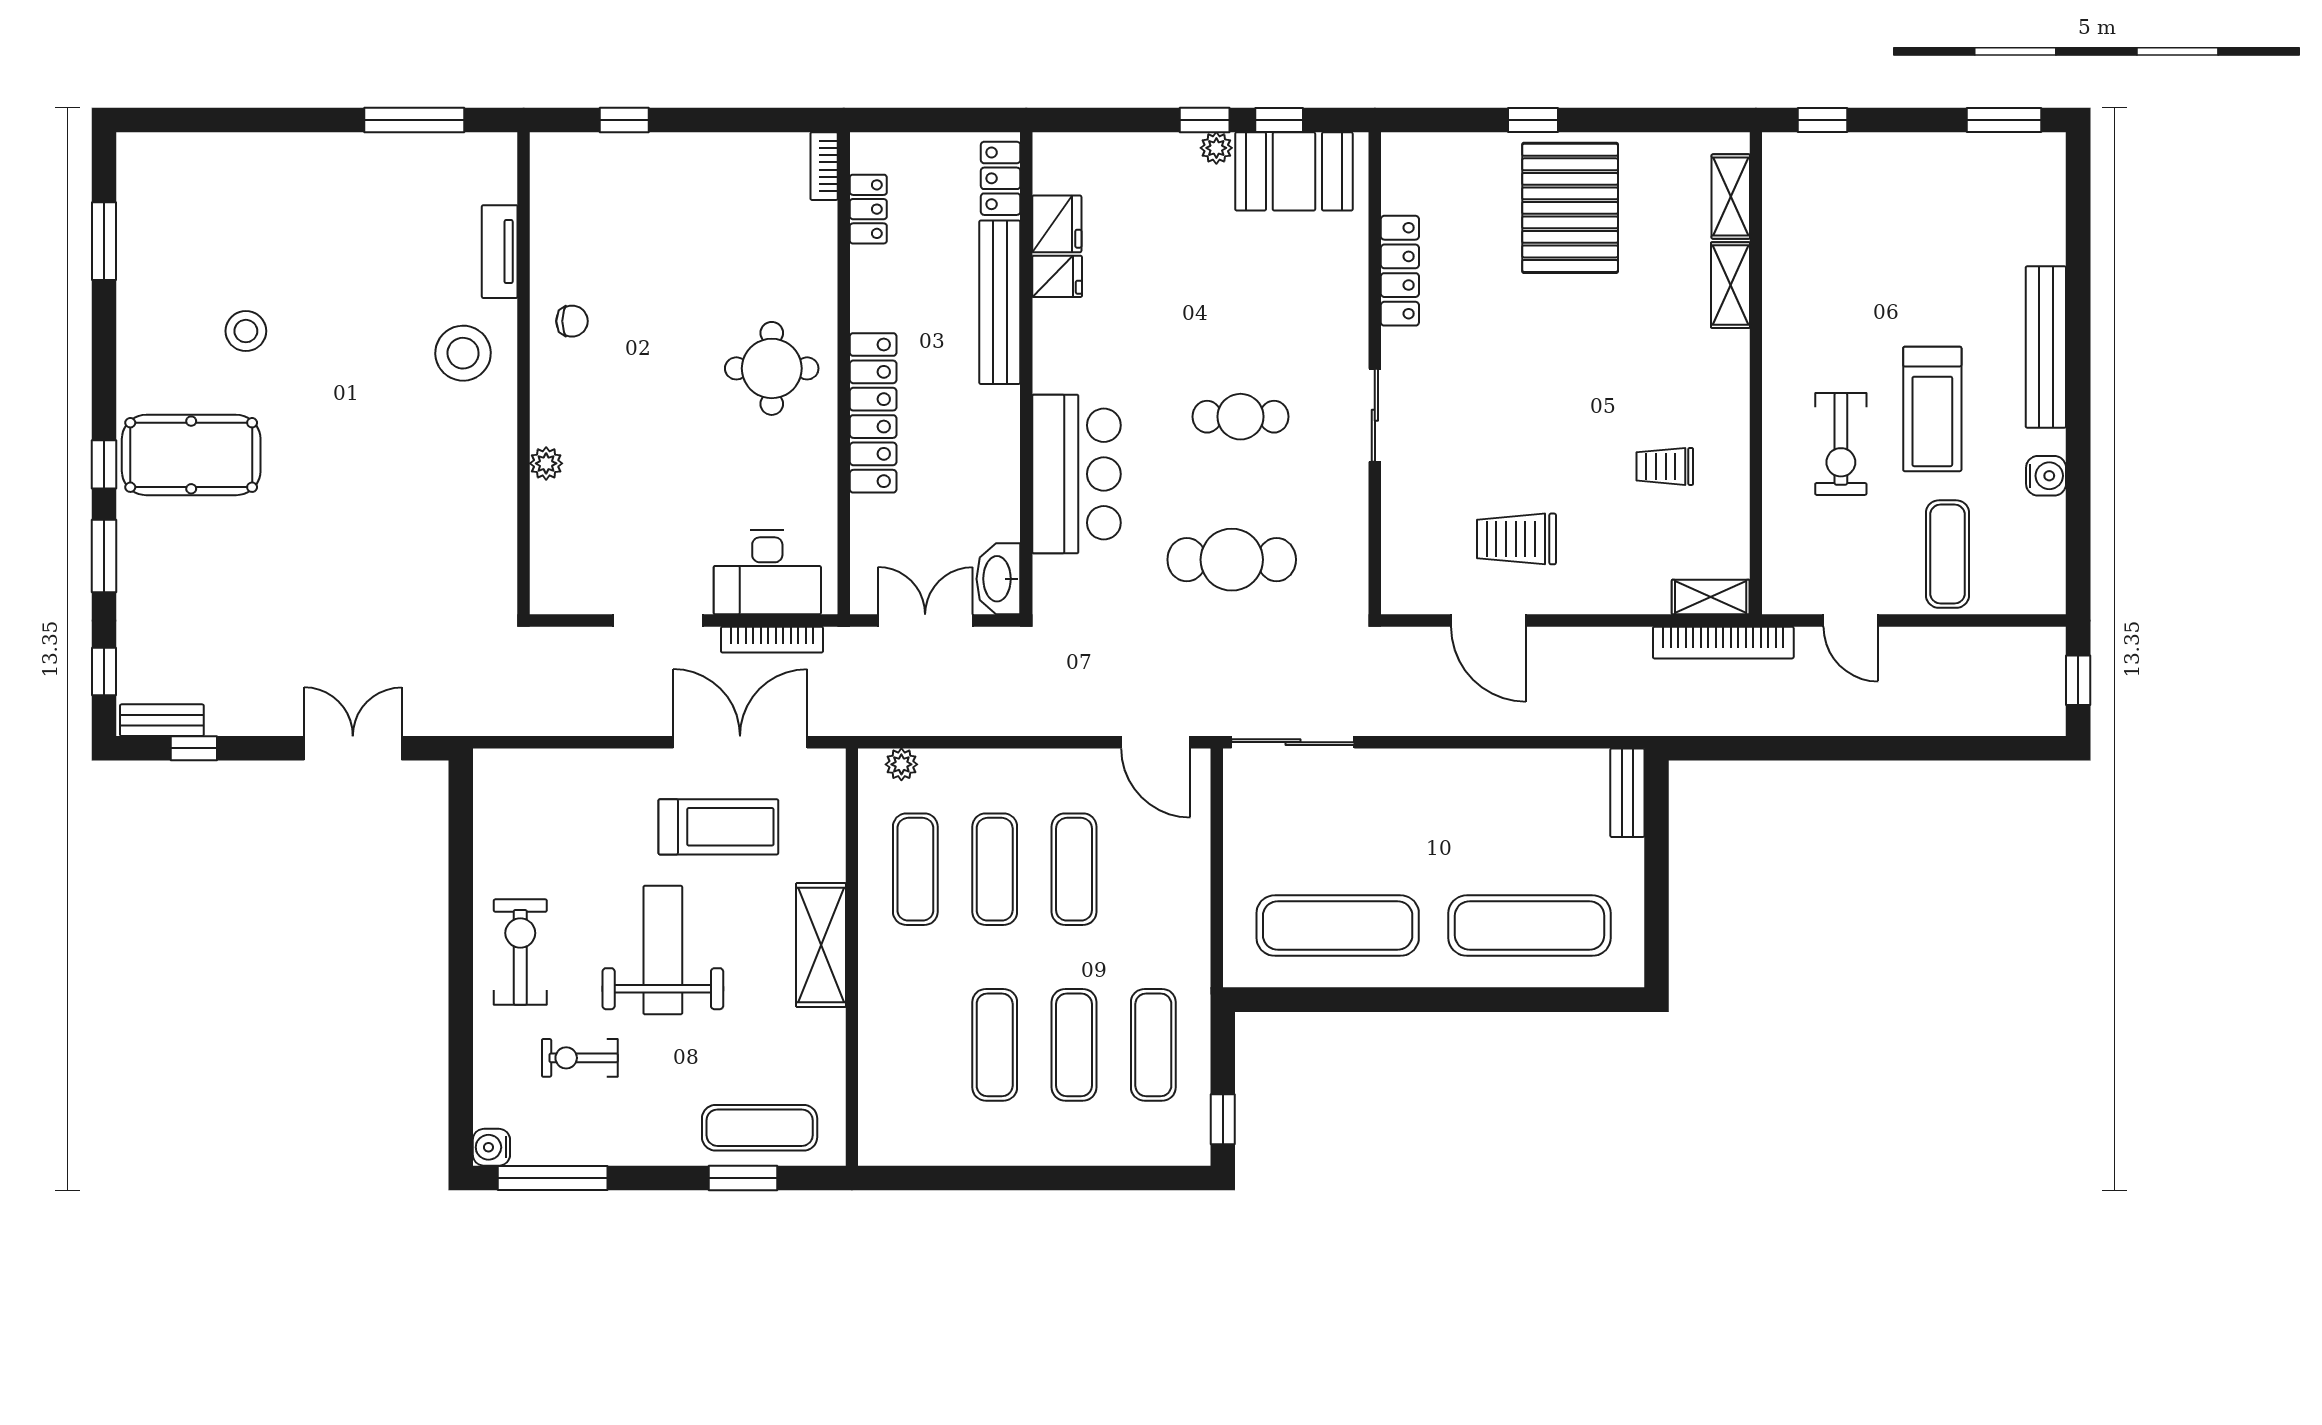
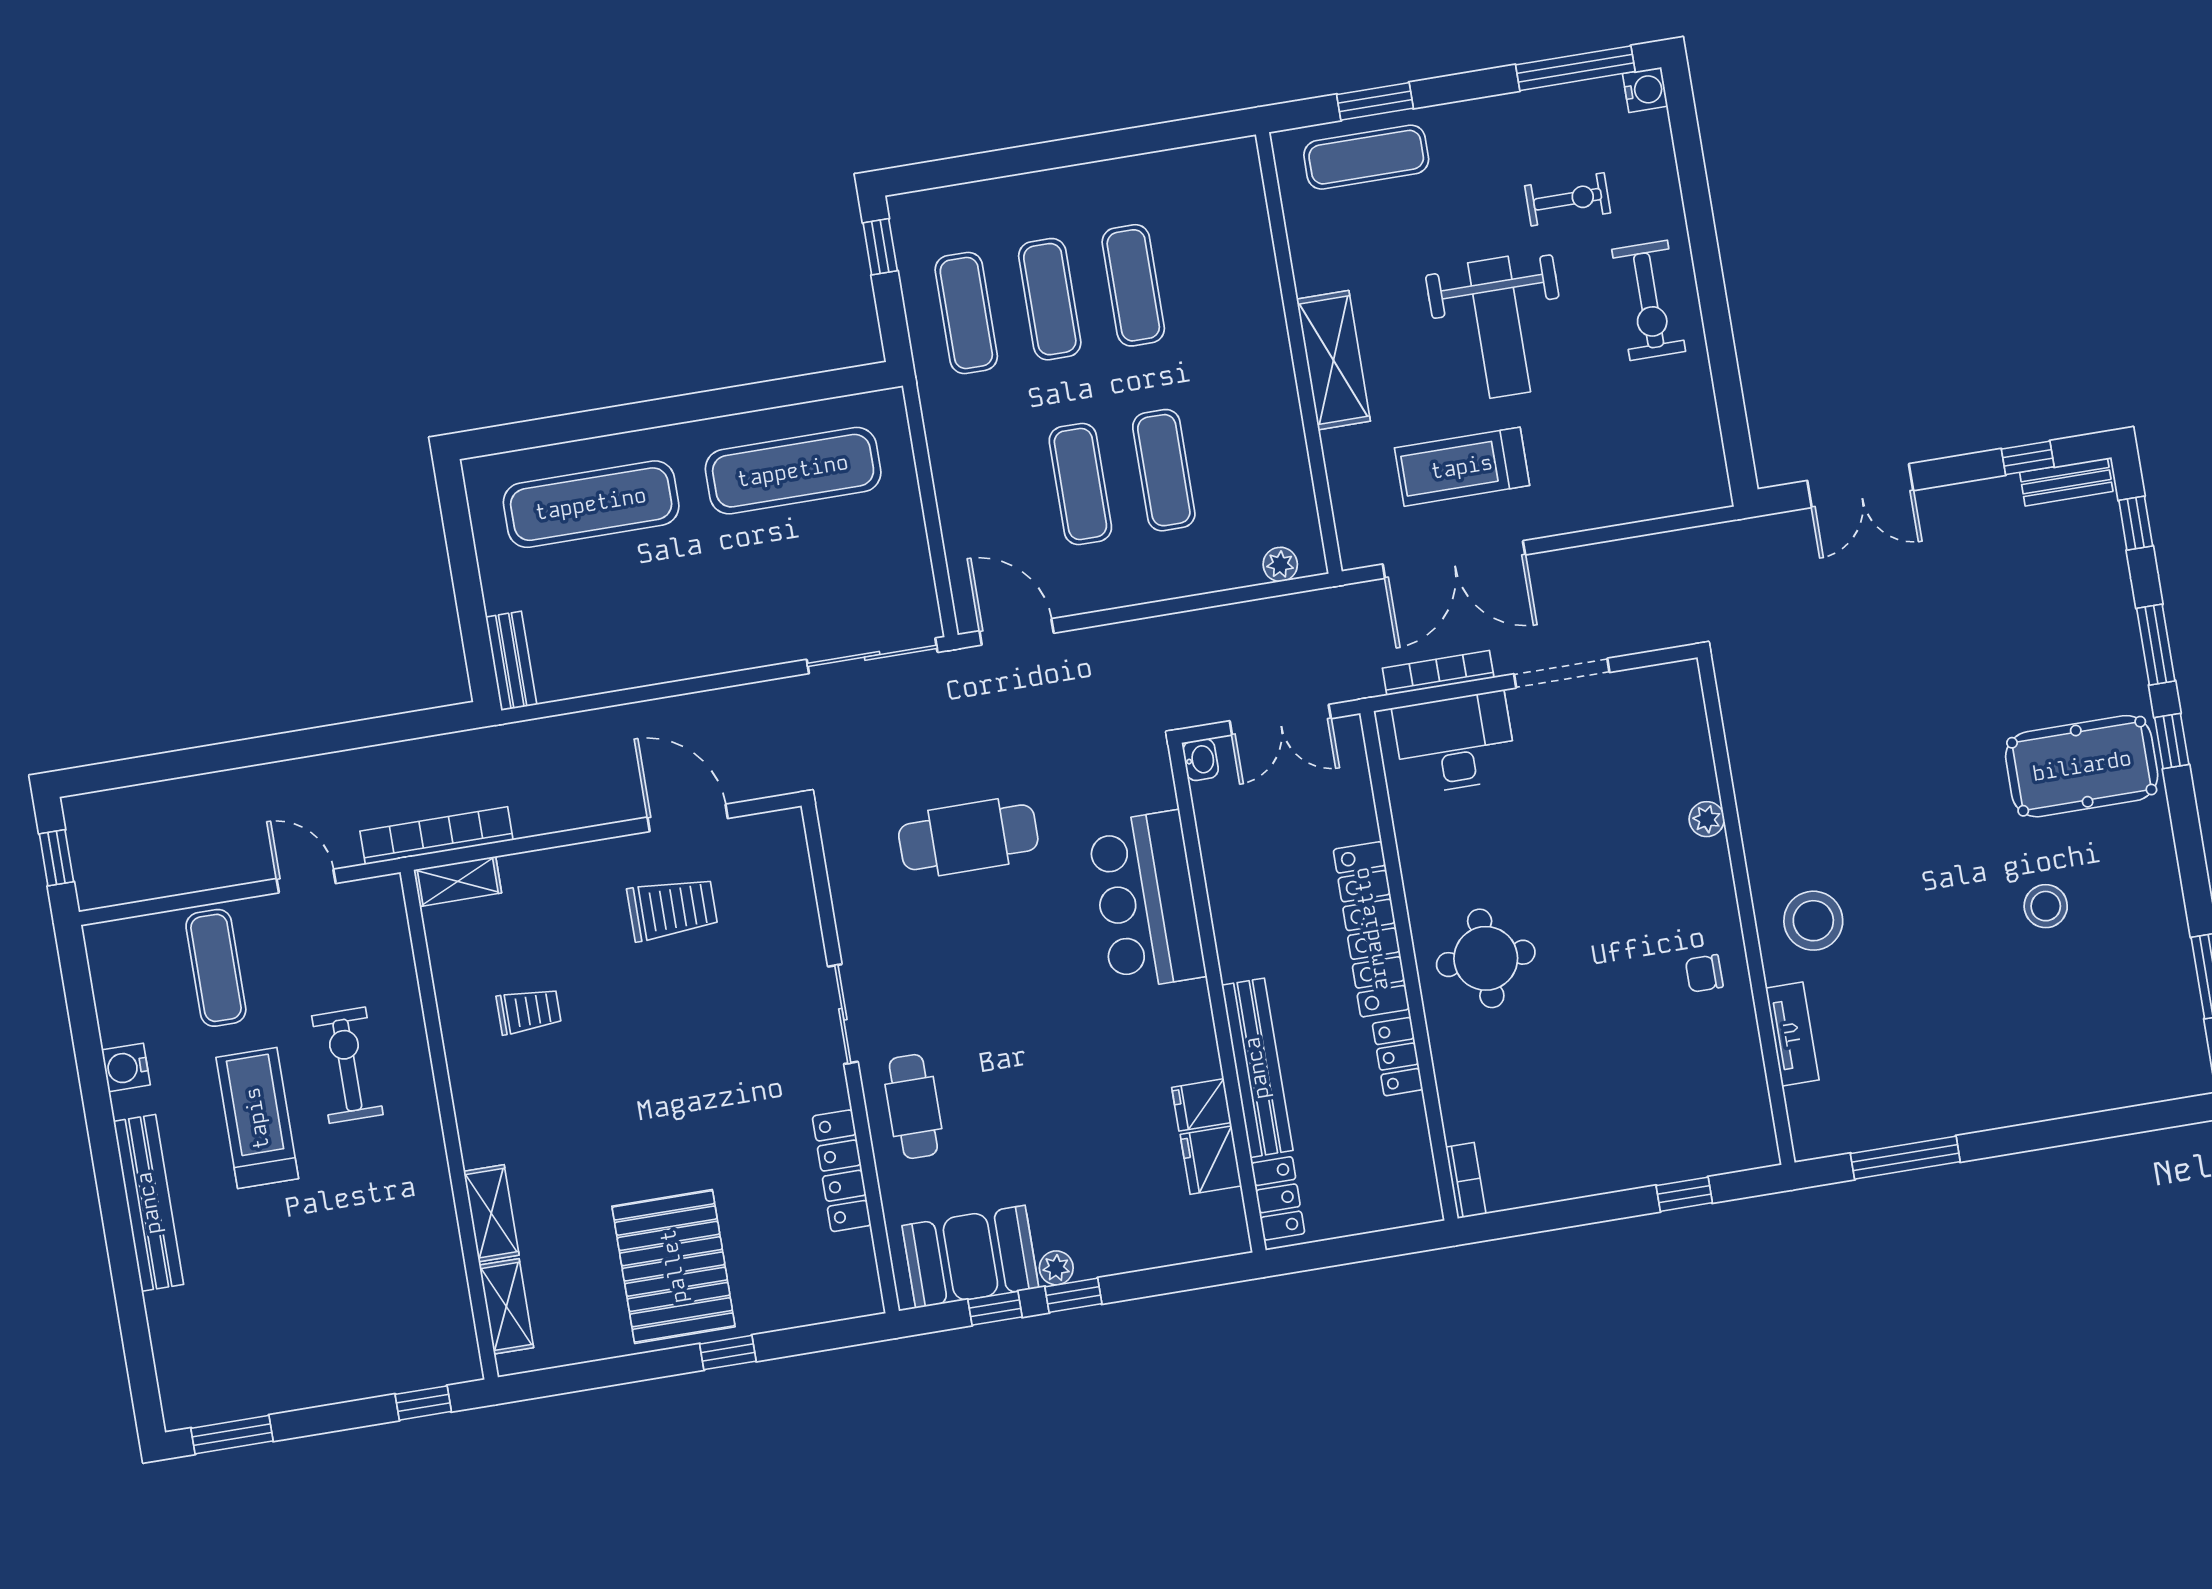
locker: (868, 209) -> (1398, 1057), moved
cafe table: (1241, 417) -> (913, 1107), moved, turned 90
washbasin: (998, 579) -> (1201, 760), width x0.52, depth x0.69
exercise mat: (915, 869) -> (1247, 456), removed

